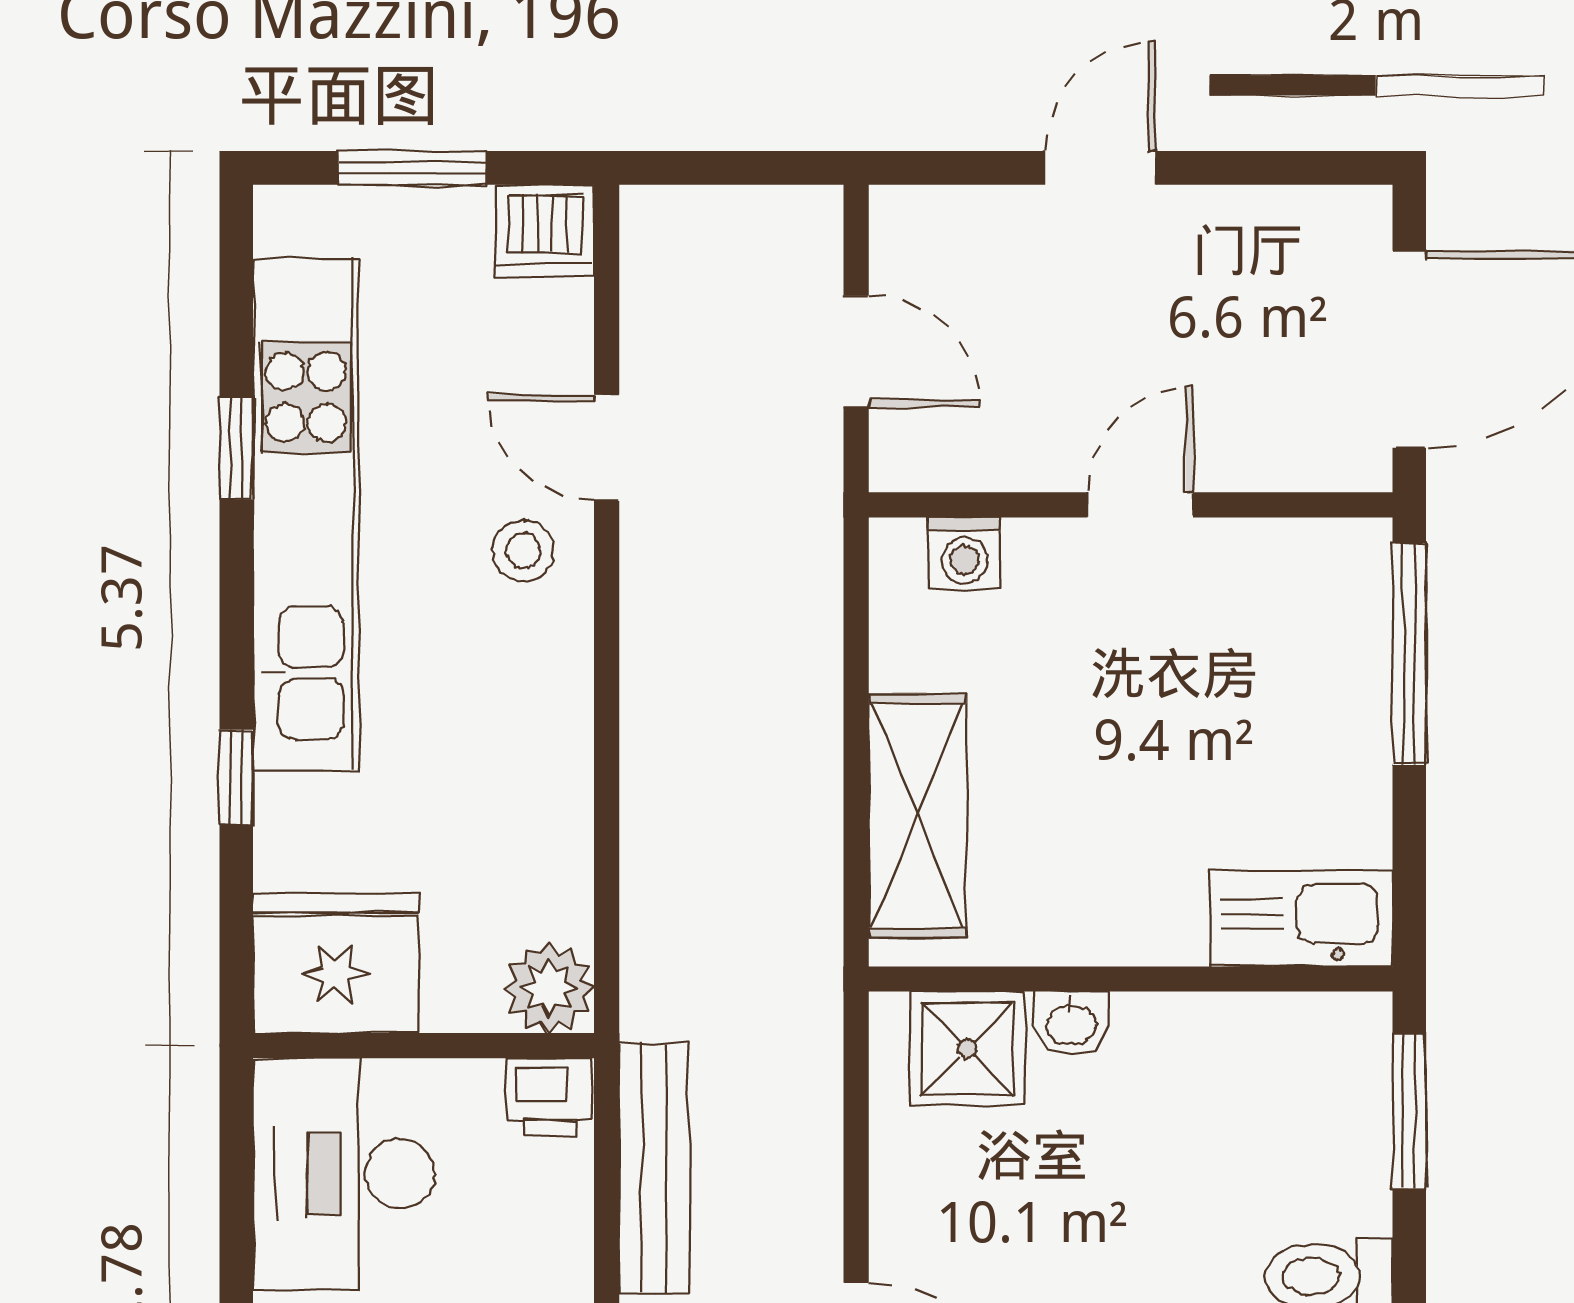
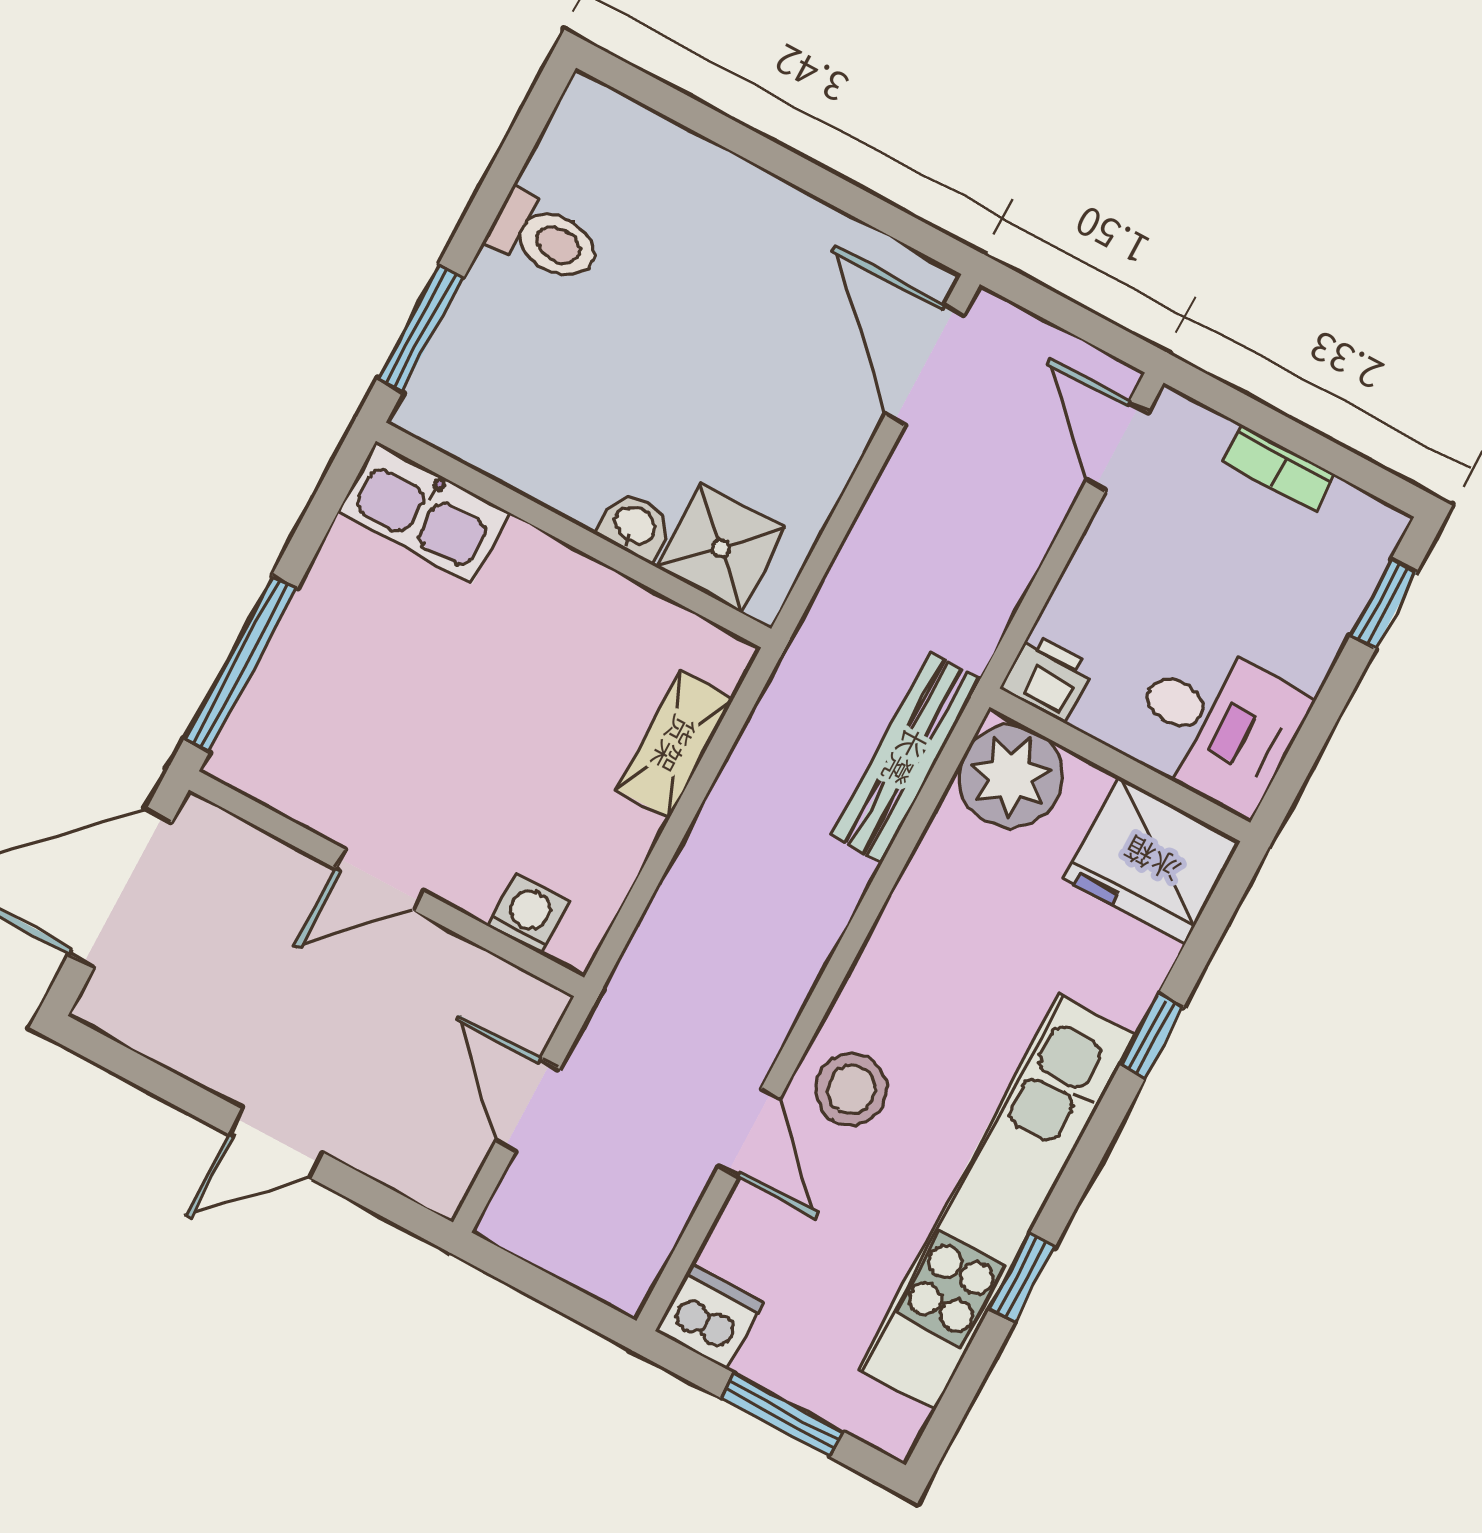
stool: (523, 551) -> (851, 1090), width x1.37, depth x1.37
shelving: (917, 816) -> (675, 744), width x0.67, depth x0.75
plant: (549, 988) -> (1011, 776), width x1.36, depth x1.36
bench: (654, 1168) -> (906, 757), moved
desk: (344, 1174) -> (1217, 725), width x0.73

